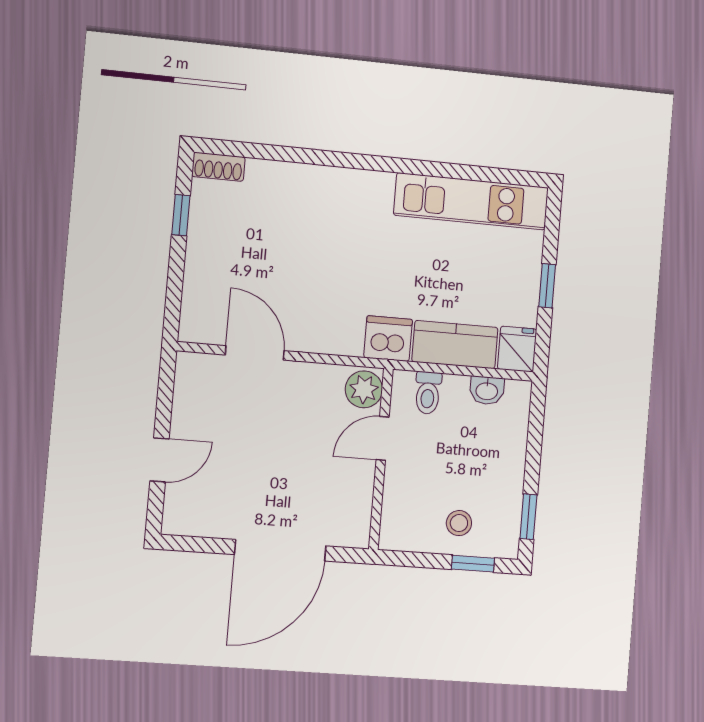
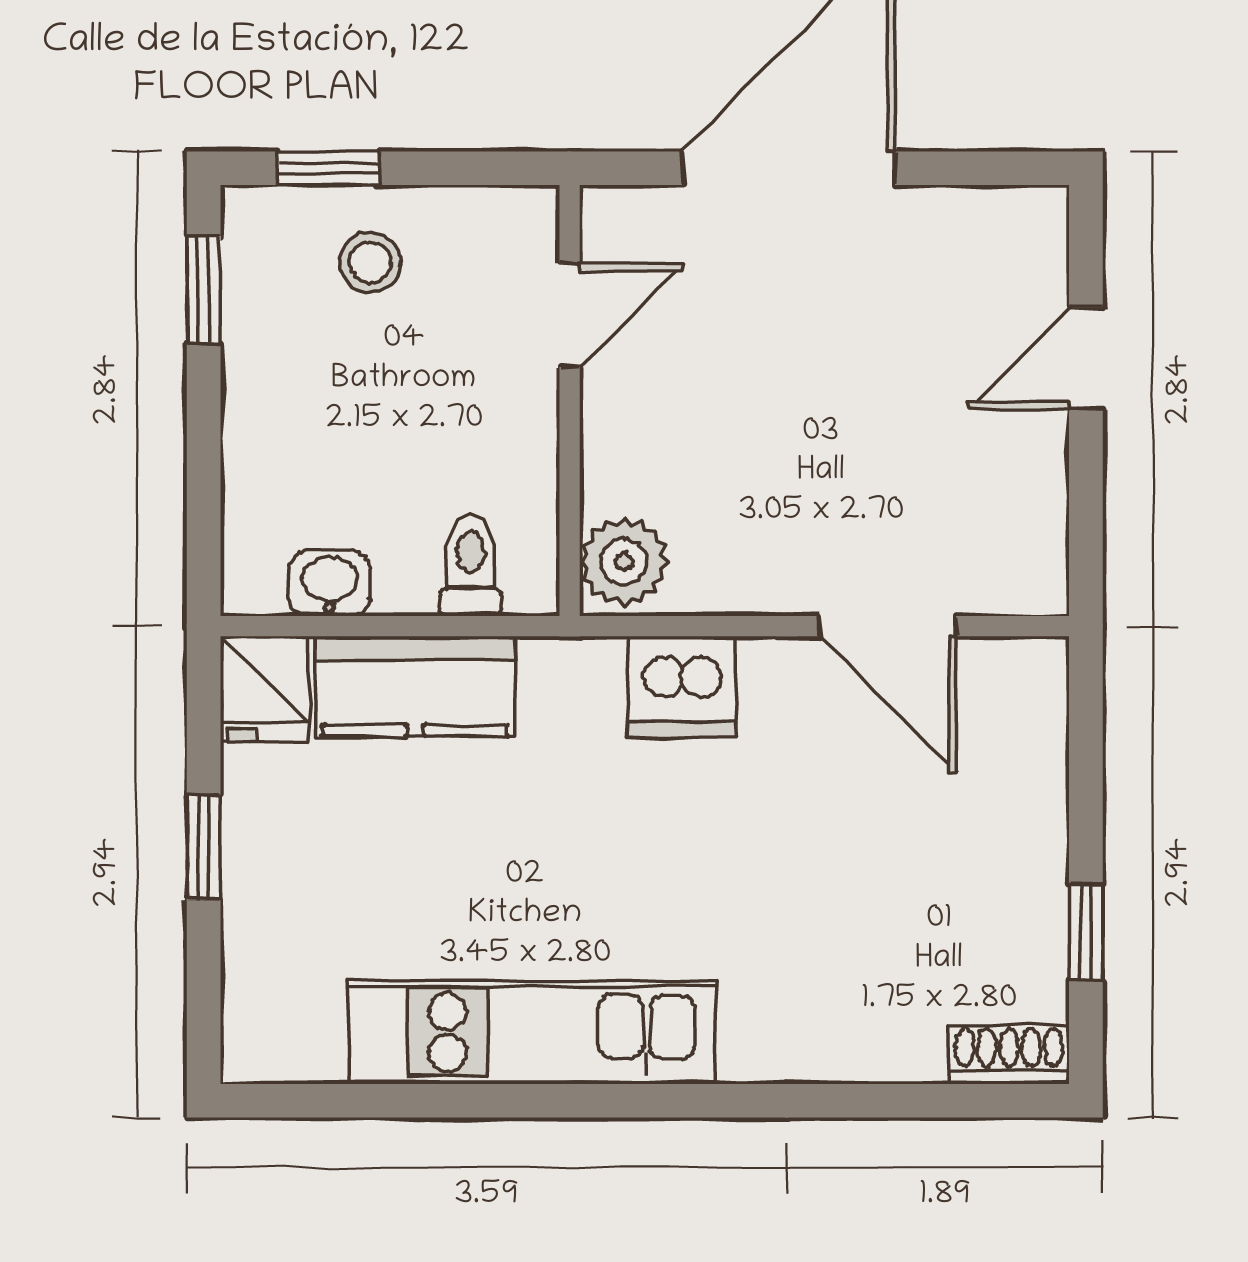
kitchen unit: (471, 201) -> (532, 1032), moved
dishwasher: (388, 339) -> (682, 687), moved
door: (383, 438) -> (570, 315), moved

